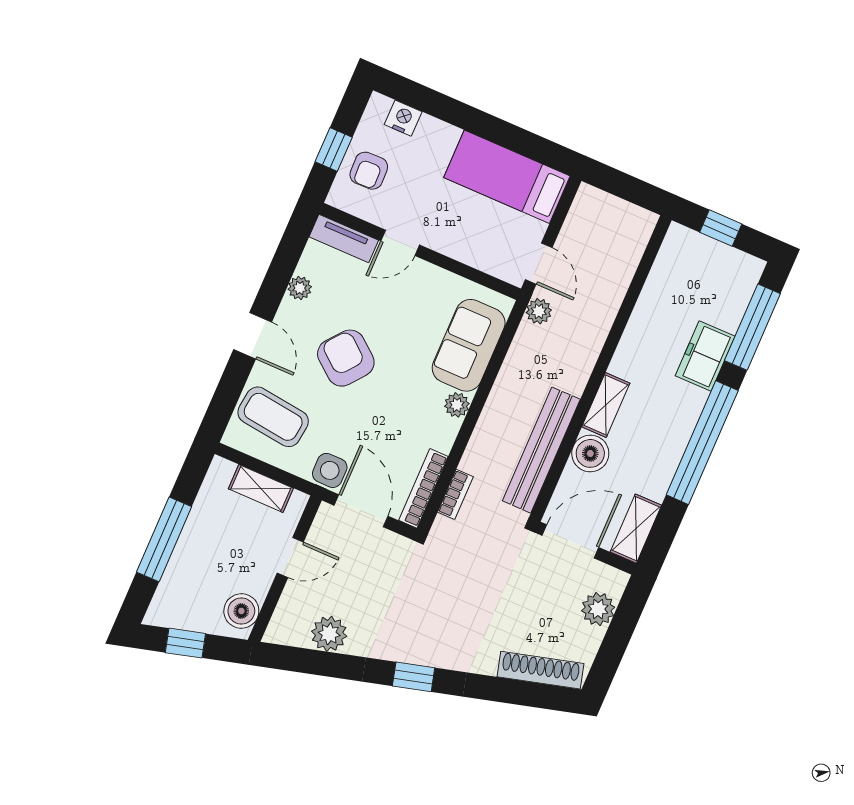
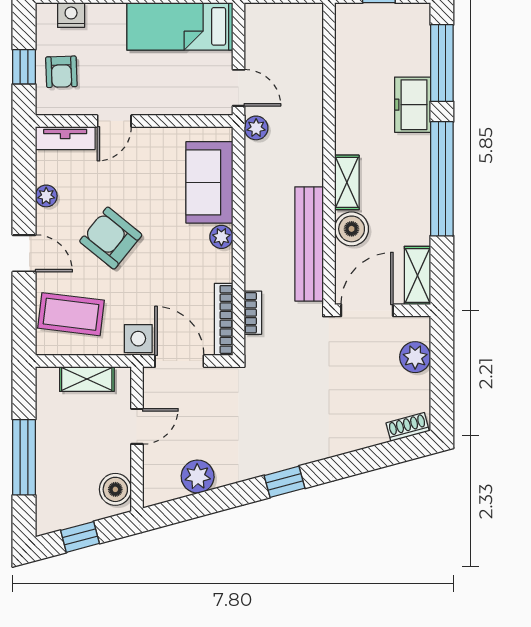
shoe rack: (540, 670) -> (408, 427), width x0.51, depth x0.81

